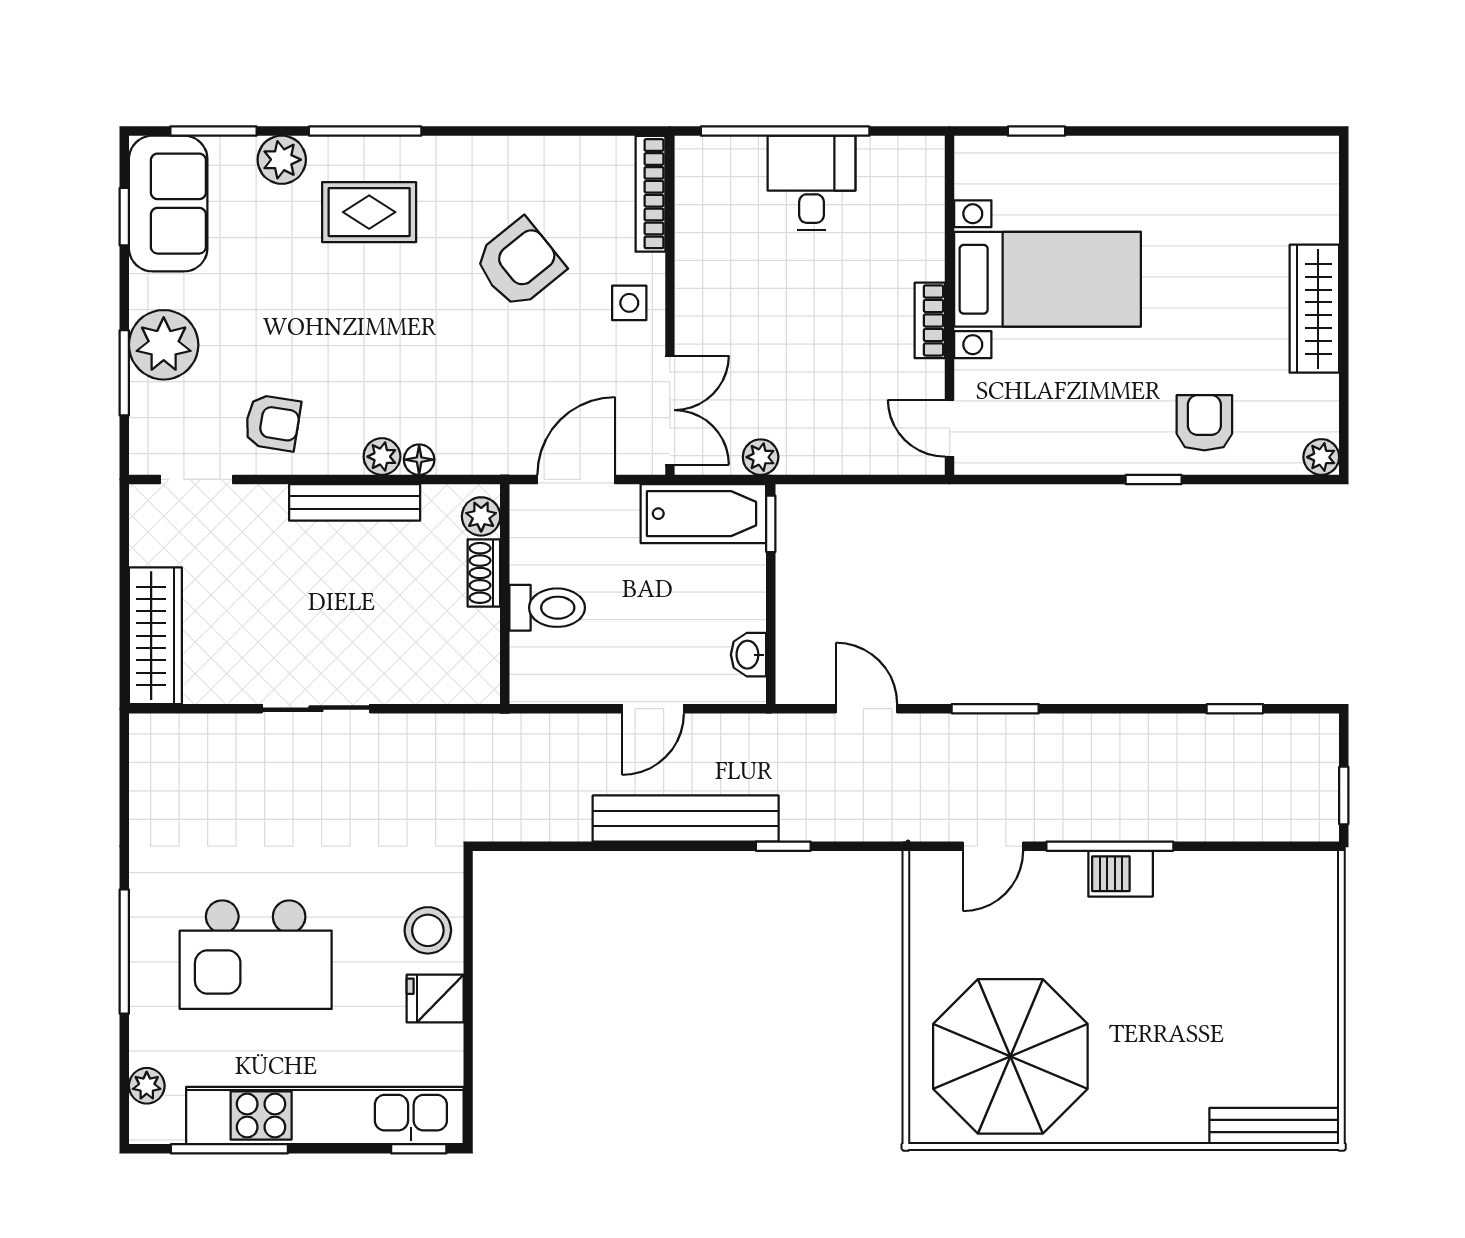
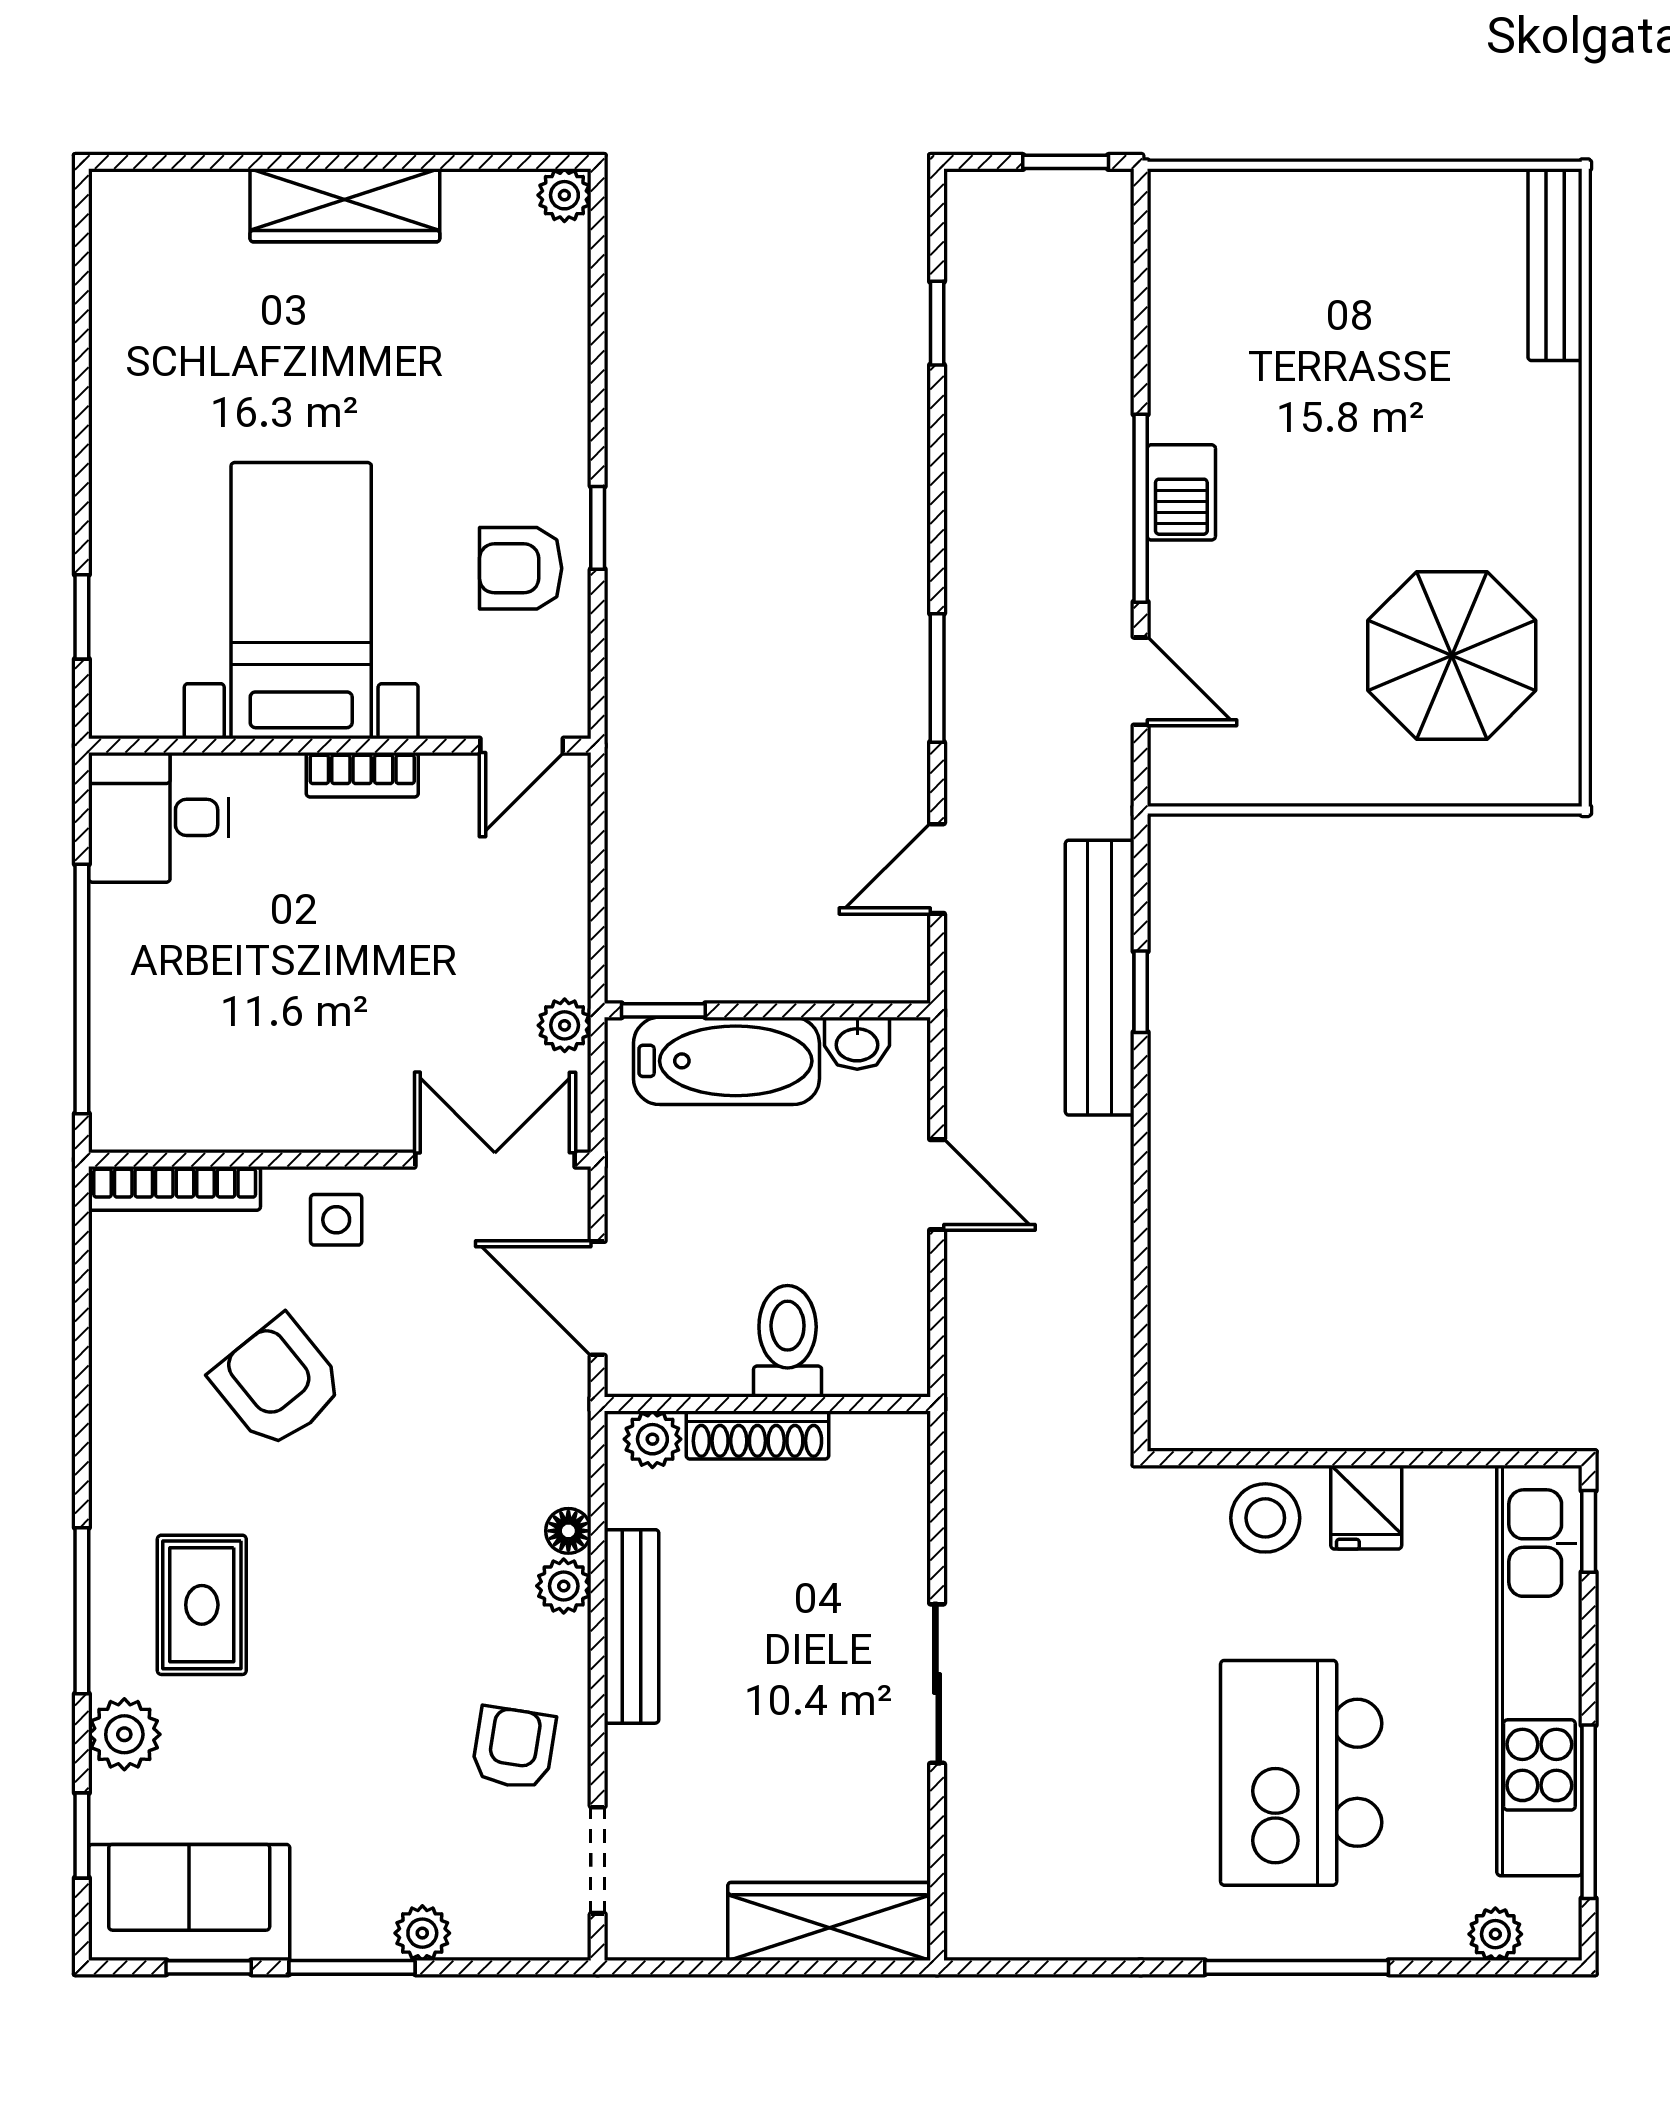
window: (213, 131) -> (82, 1835), width x0.67
desk: (811, 183) -> (159, 817), moved
plant: (164, 345) -> (422, 1933), width x0.53, depth x0.53
window: (124, 373) -> (352, 1967), moved
armchair: (1204, 423) -> (521, 568), moved
window: (1154, 479) -> (598, 528), moved
bathtub: (703, 514) -> (726, 1061), moved, turned 90
shoe rack: (484, 573) -> (757, 1435), width x1.43
bench: (686, 819) -> (1100, 978), moved
kitchen island: (256, 955) -> (1301, 1773), turned 180
parasol: (1010, 1056) -> (1452, 655), width x0.73, depth x0.73

